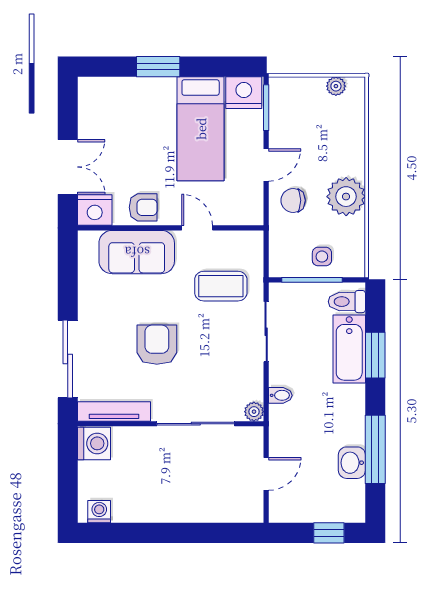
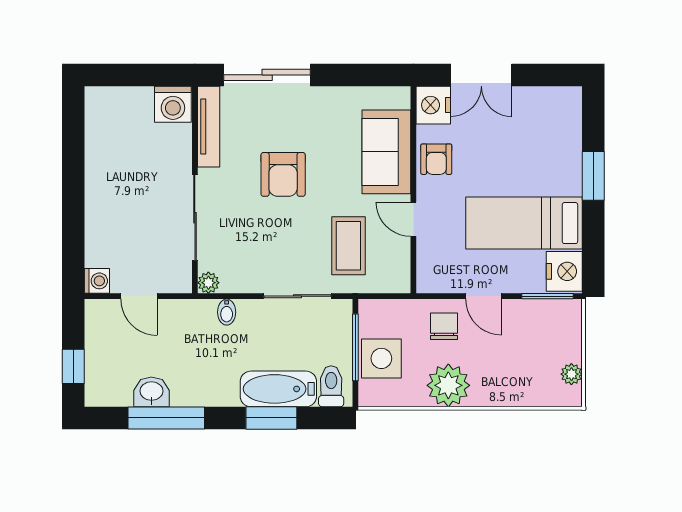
door: (197, 228) -> (413, 219), swing flipped
side table: (322, 257) -> (381, 358), width x1.87, depth x1.87
armchair: (157, 345) -> (283, 174), turned 90
washing machine: (99, 512) -> (97, 281), moved

